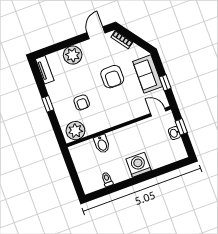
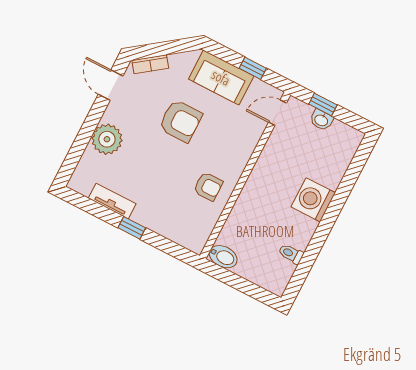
tv unit: (45, 70) -> (112, 201), moved
armchair: (82, 102) -> (208, 186), moved
plant: (75, 131) -> (196, 229), removed
bidet: (102, 144) -> (223, 257), moved

